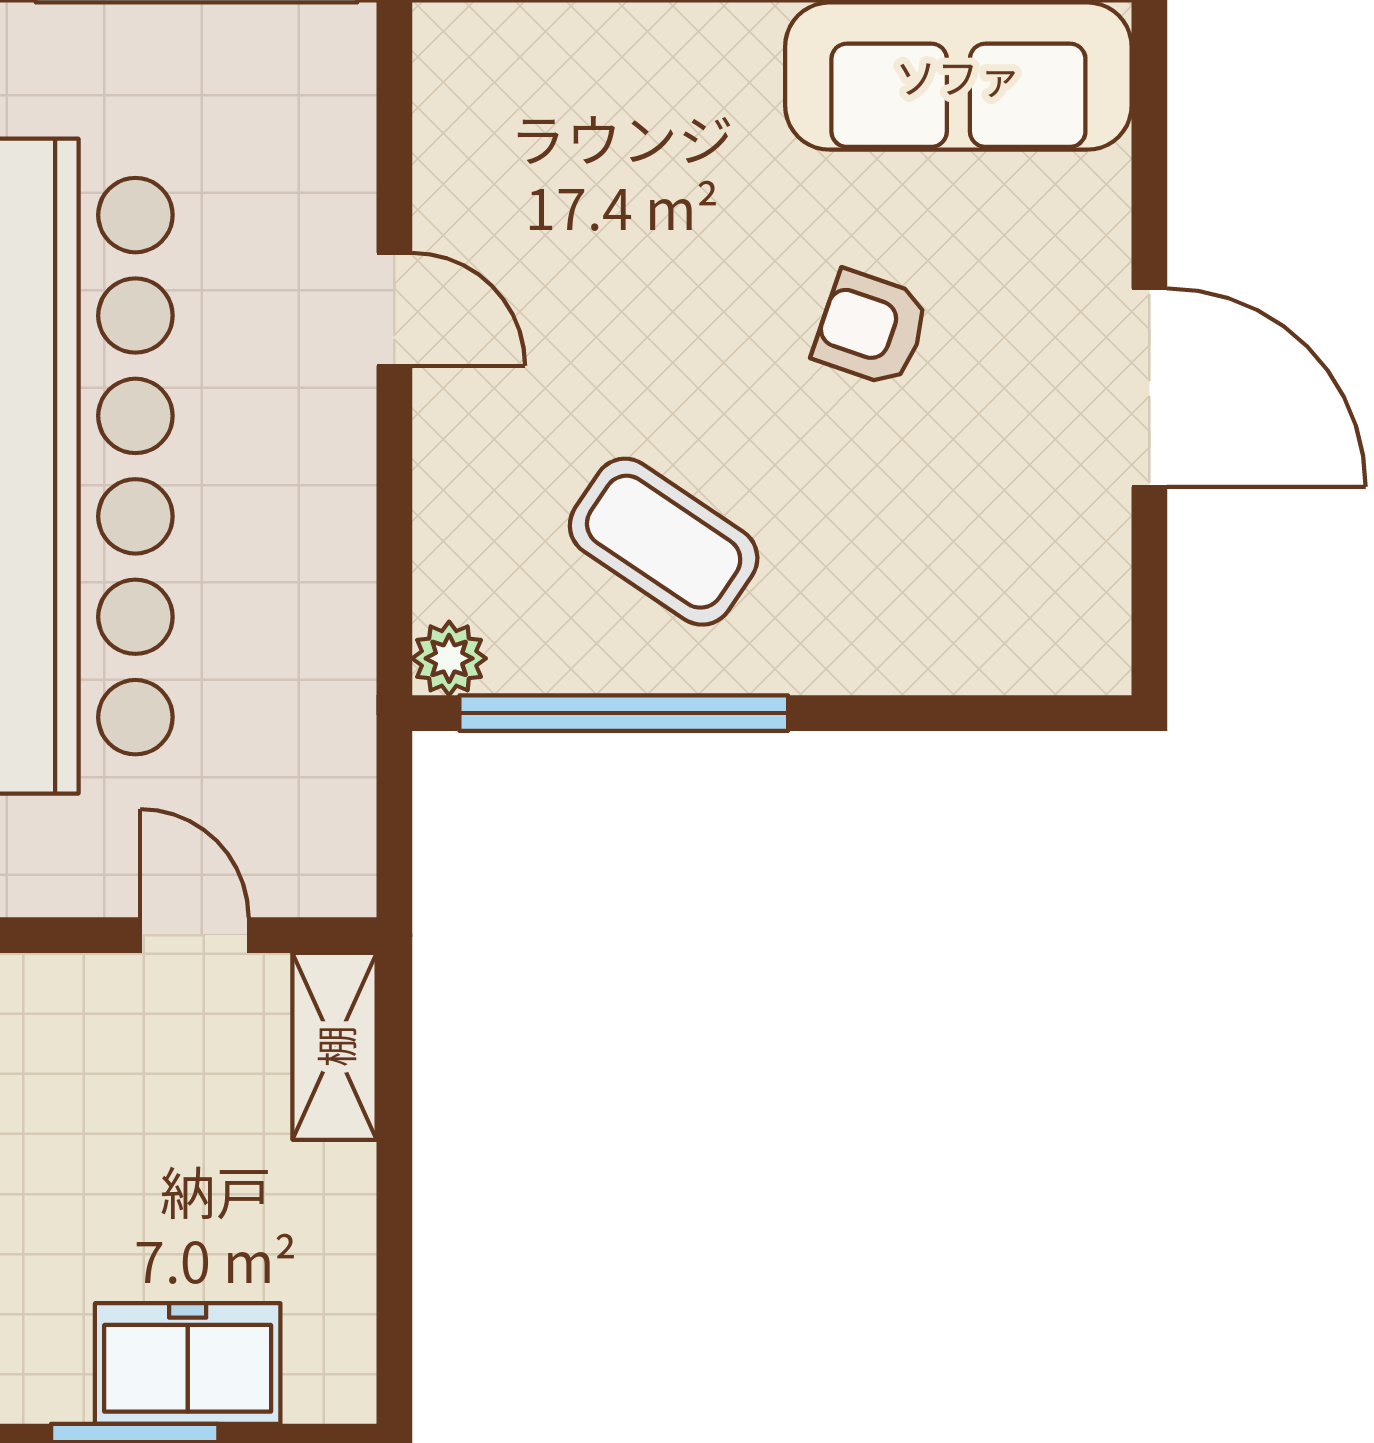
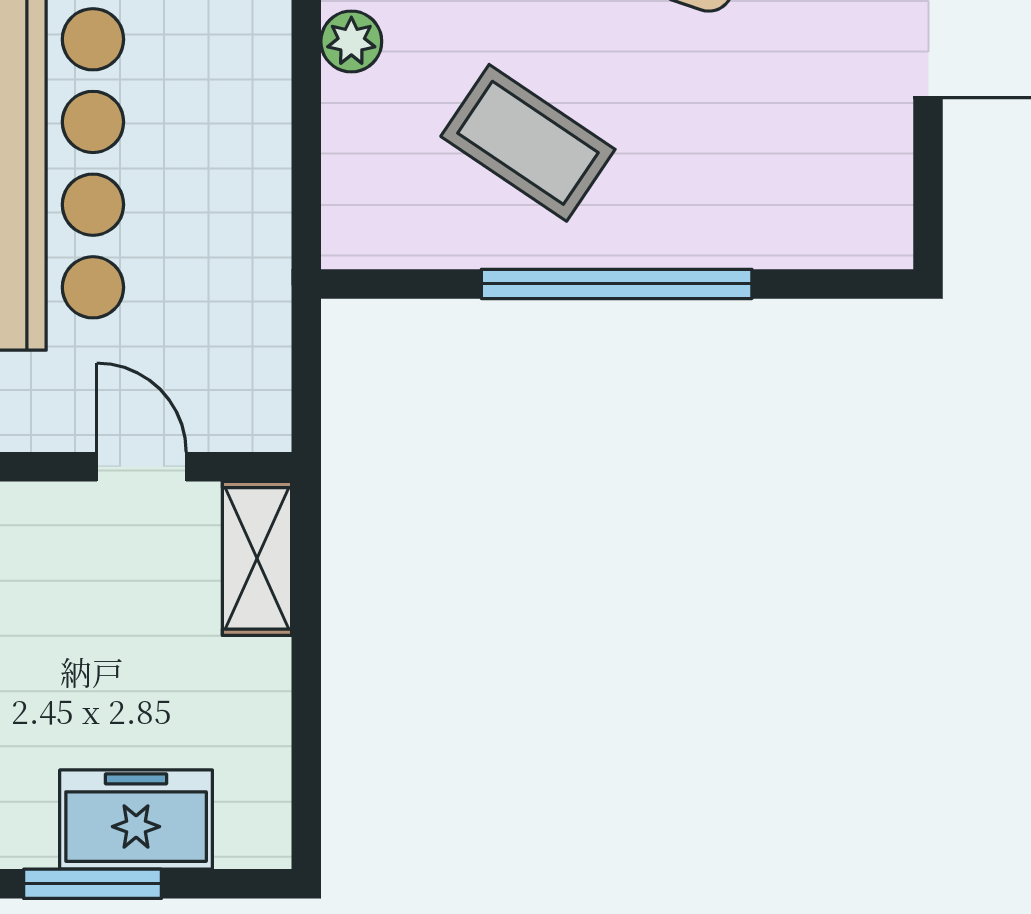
plant: (449, 658) -> (351, 41), moved
window: (624, 713) -> (617, 284), moved

